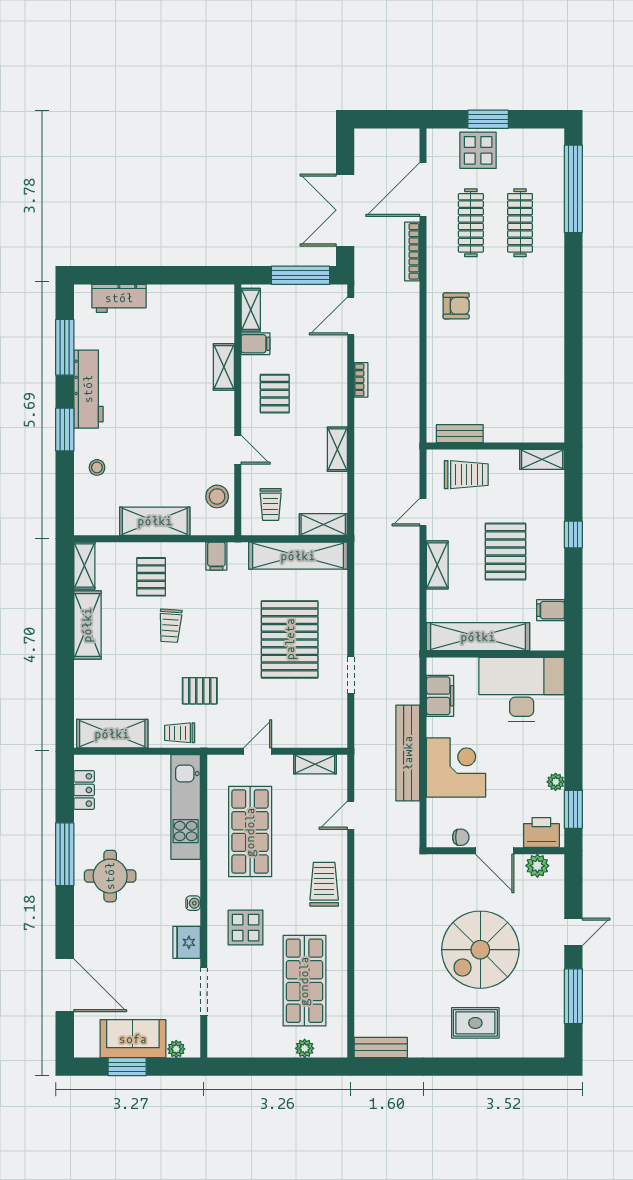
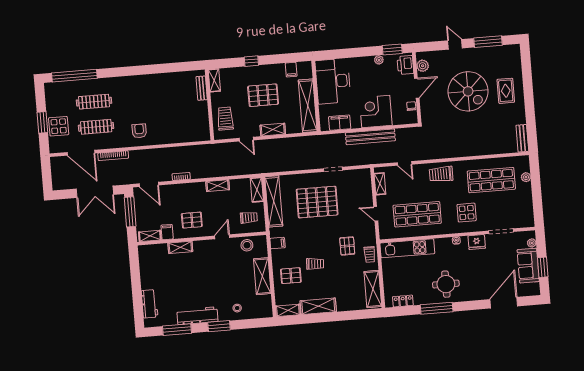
bench: (460, 434) -> (202, 88), moved

